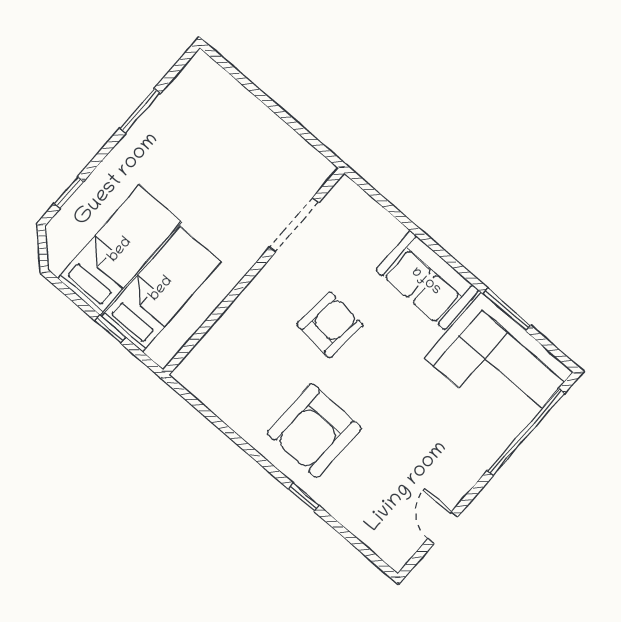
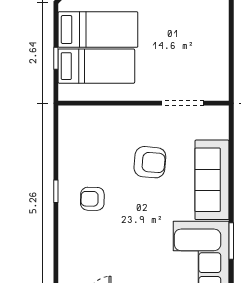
sofa: (427, 280) -> (212, 180), width x1.36
armchair: (314, 431) -> (92, 199), width x0.53, depth x0.53
window: (304, 497) -> (56, 191), moved

